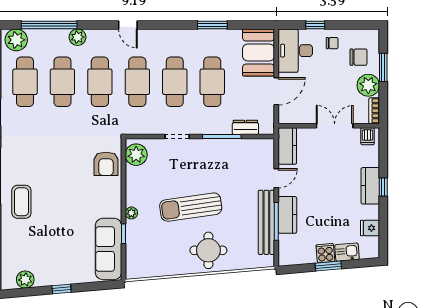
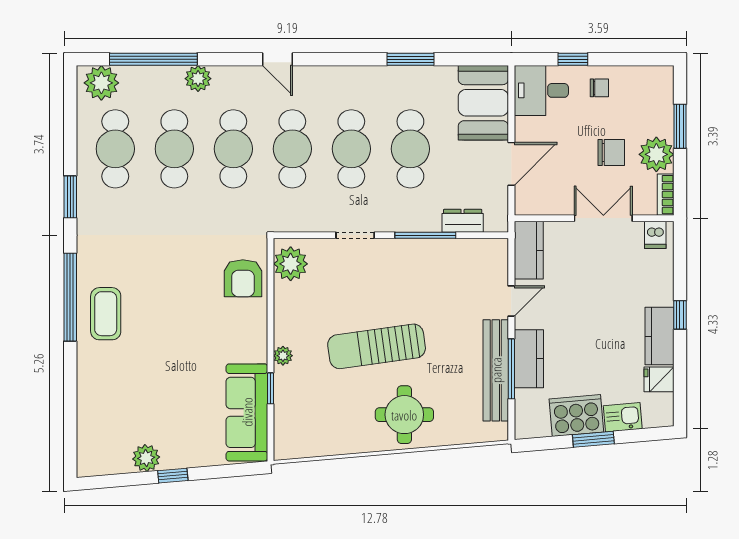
desk: (295, 51) -> (541, 90), width x0.73
chair: (358, 57) -> (611, 153), moved
kitchen counter: (370, 186) -> (659, 336), moved
coffee table: (21, 202) -> (106, 314), moved
cooker: (325, 253) -> (576, 416), width x1.87, depth x1.31
plant: (25, 280) -> (146, 458), moved

